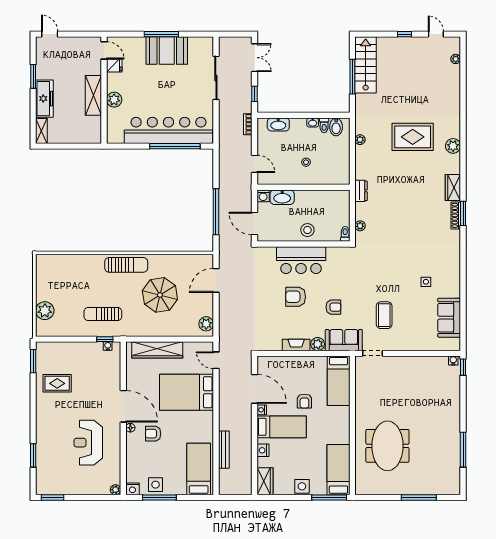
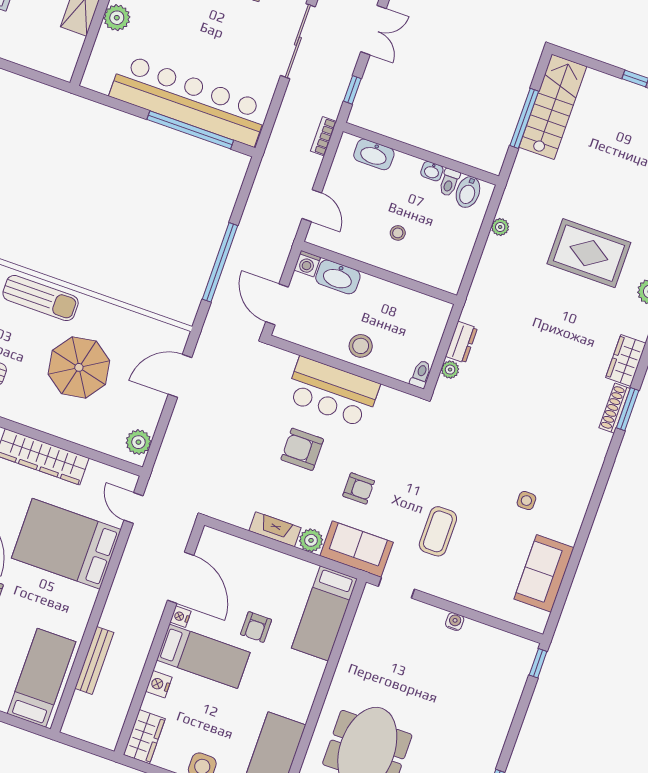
dresser: (361, 191) -> (461, 342), moved
water cooler: (453, 361) -> (455, 622), moved

